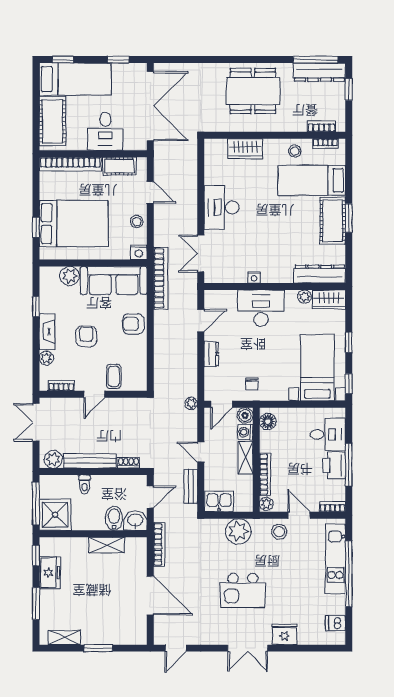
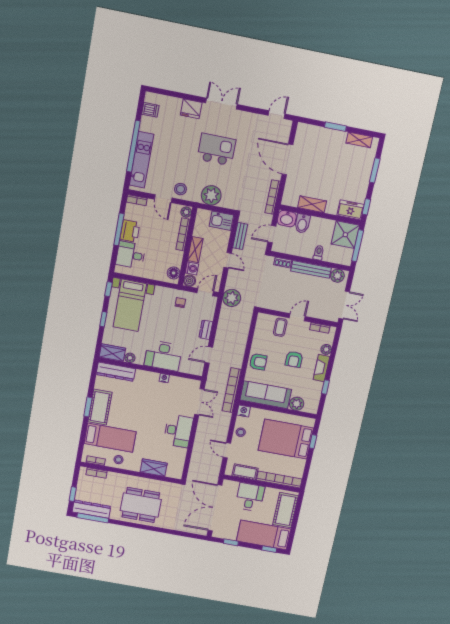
plant: (191, 403) -> (232, 298), width x1.88, depth x1.88
freezer: (50, 573) -> (351, 210), moved, turned 90

